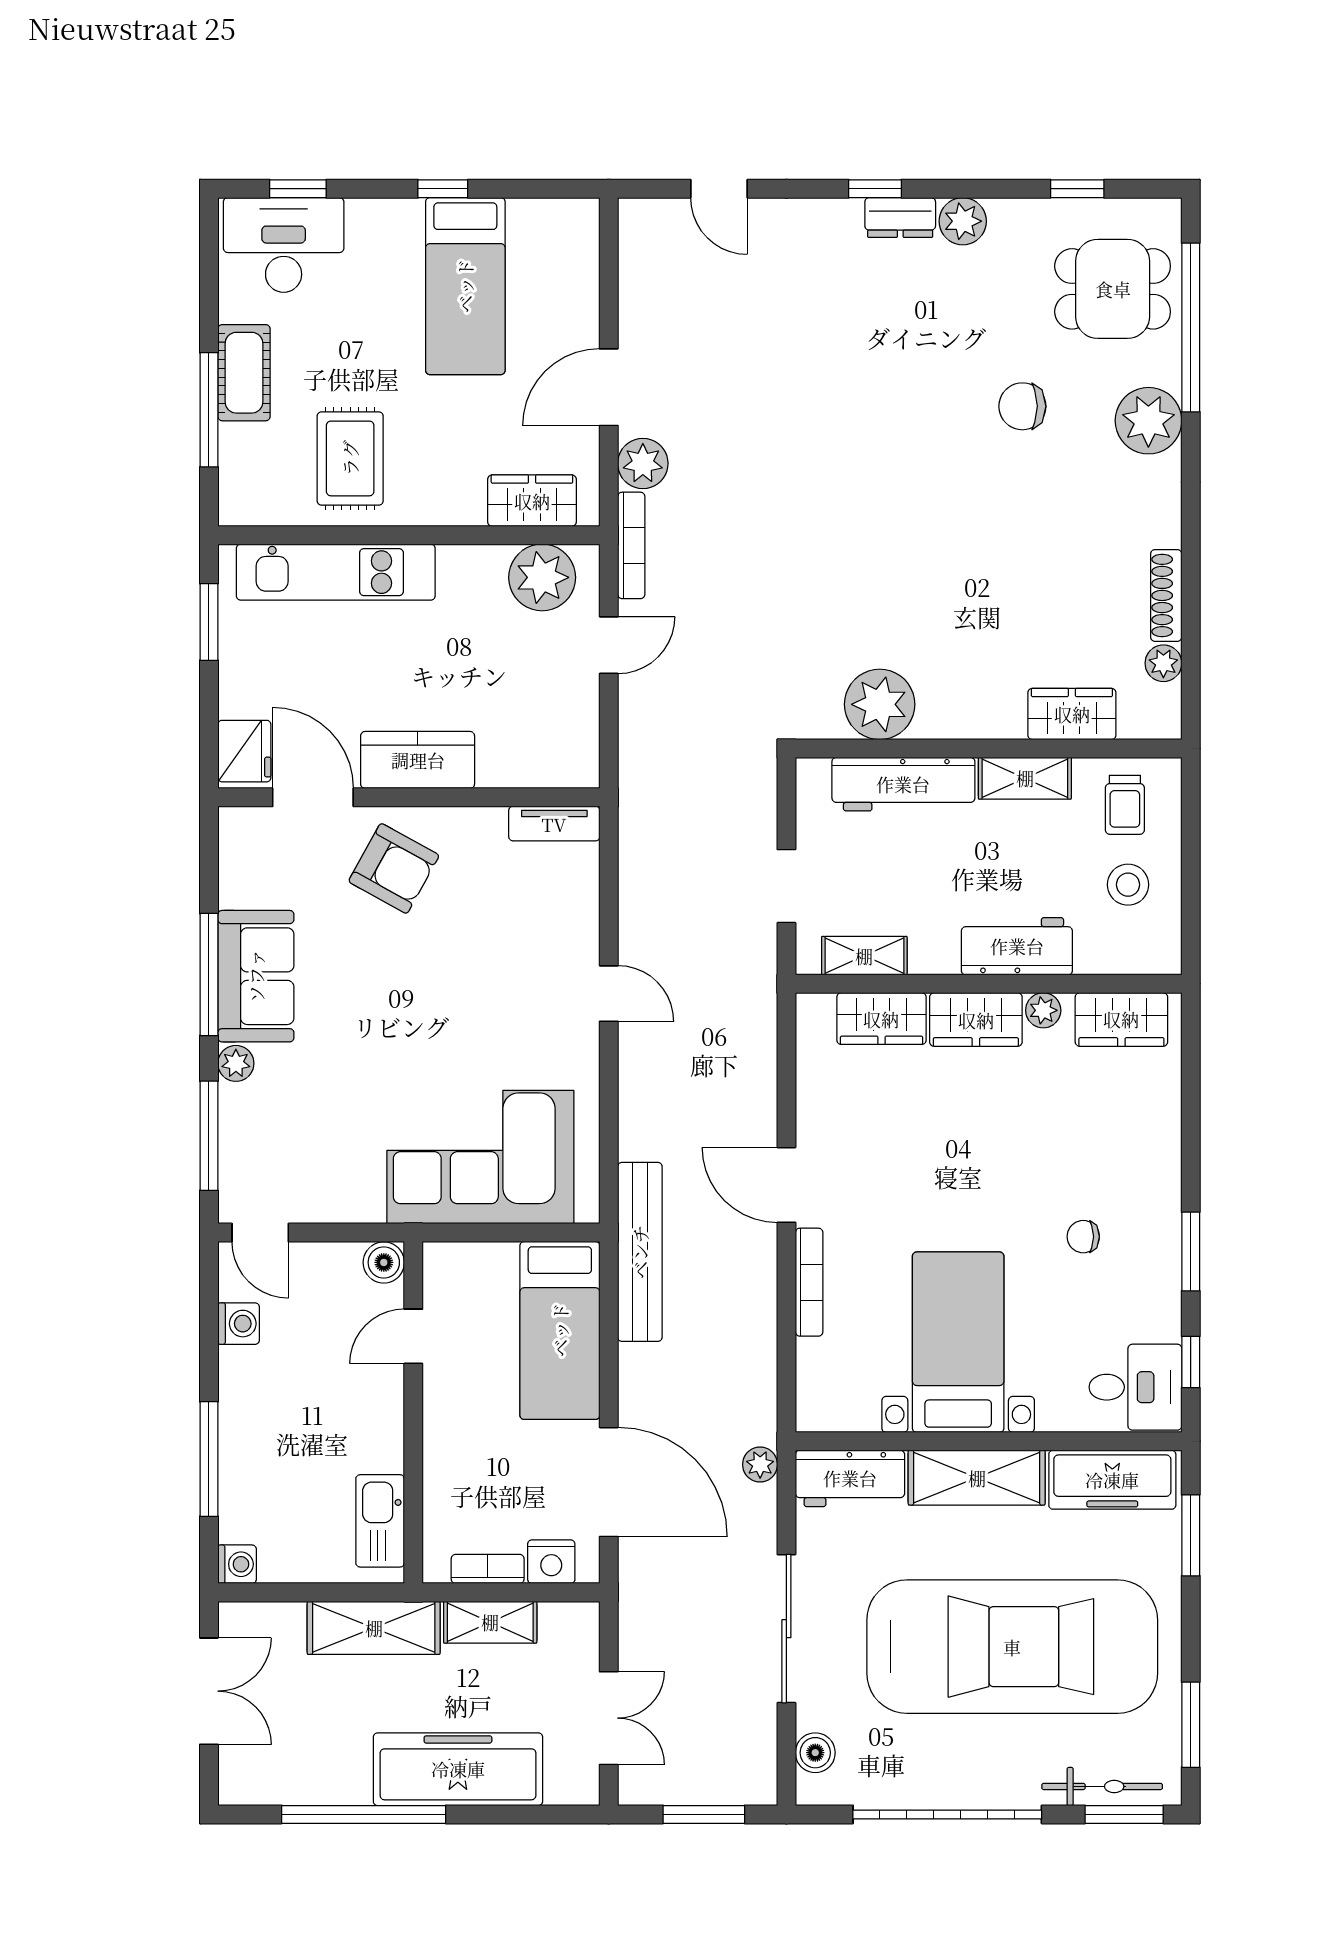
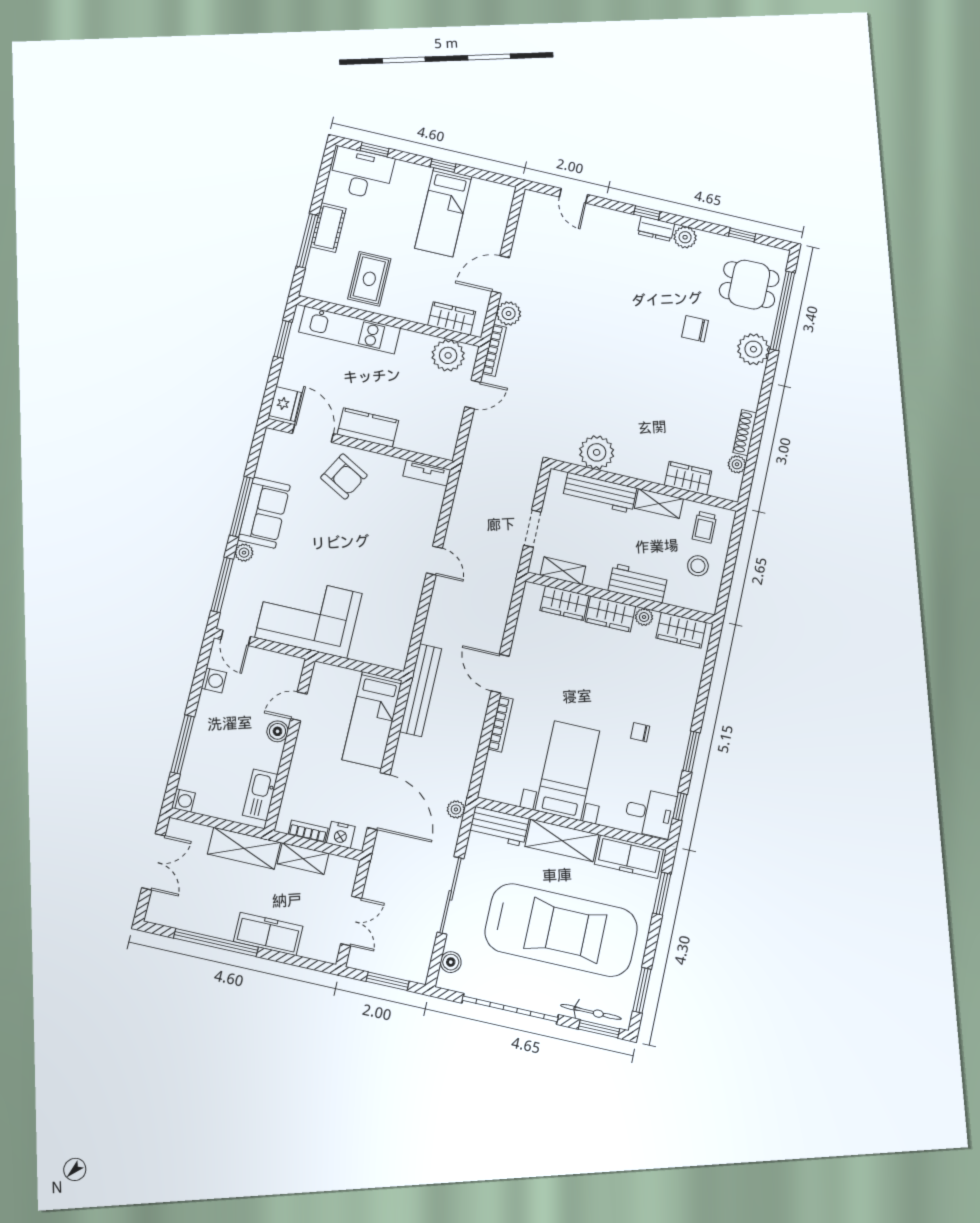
corner sofa: (480, 1157) -> (308, 615), moved
boiler: (384, 1262) -> (277, 731), moved
freezer: (458, 1769) -> (268, 934), width x0.73, depth x0.79

